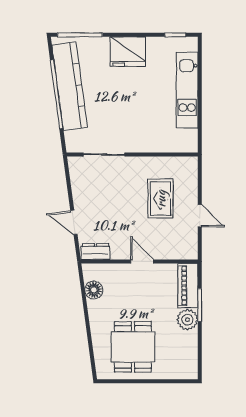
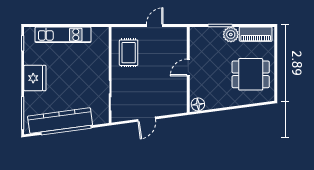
rug: (161, 199) -> (129, 53), moved, turned 90
door: (74, 222) -> (147, 119), moved
dresser: (95, 252) -> (181, 102), removed
piano: (188, 286) -> (256, 34), moved
floor lamp: (94, 290) -> (198, 104), moved

